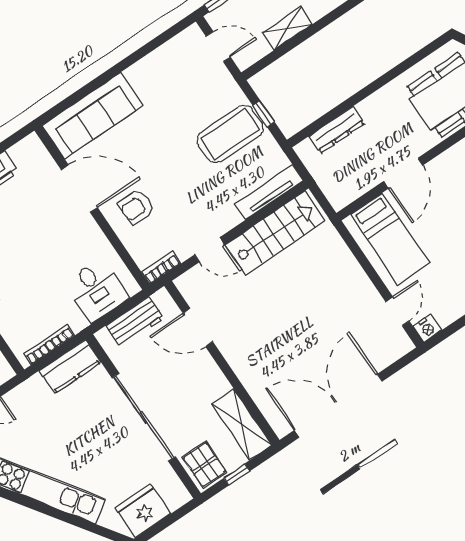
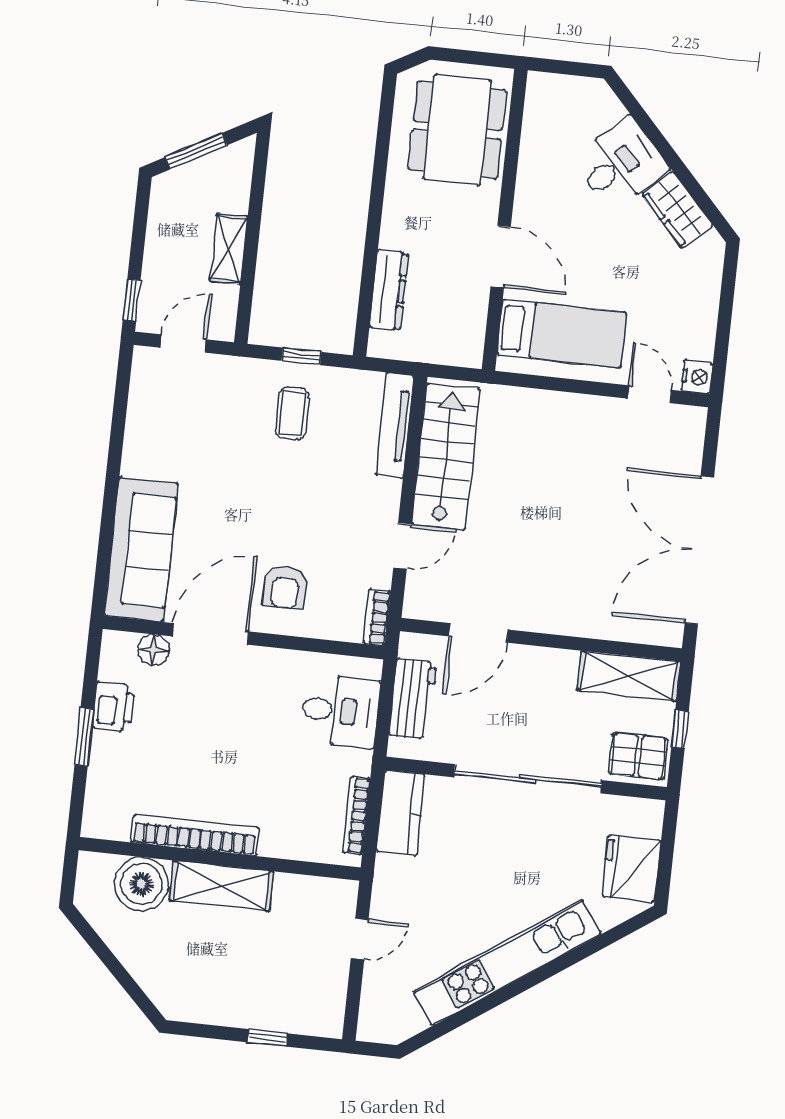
coffee table: (230, 134) -> (292, 413), width x0.54, depth x0.58
floor lamp: (46, 166) -> (153, 650), added

